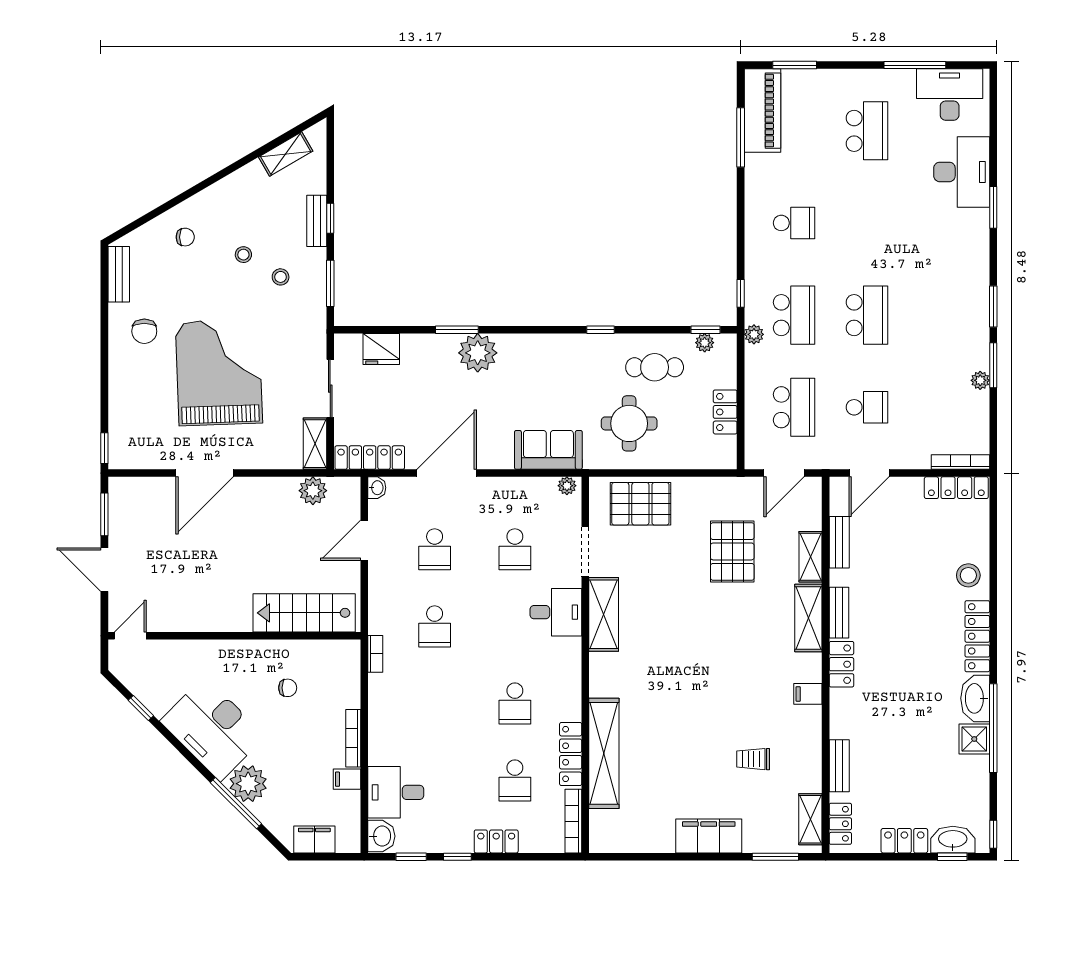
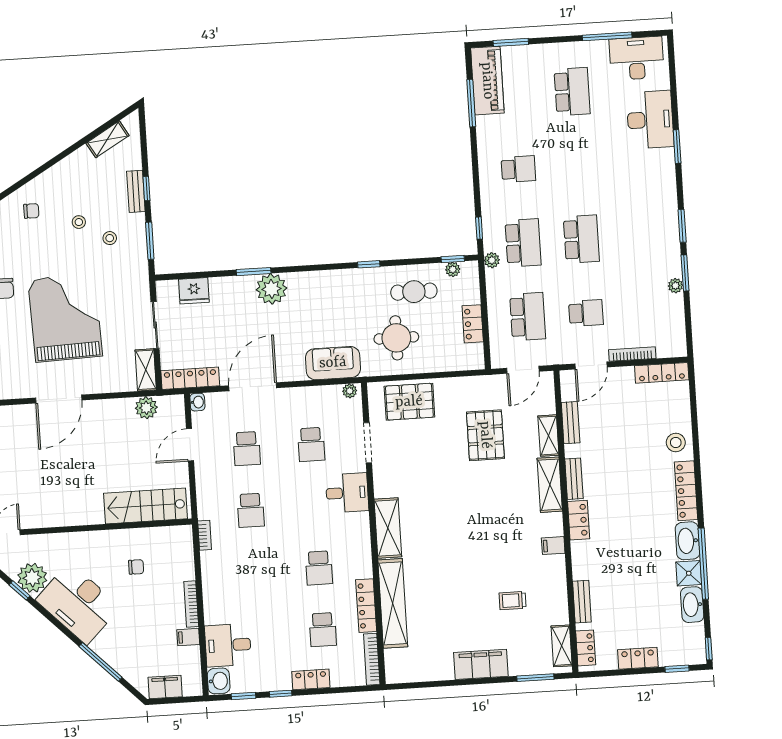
bookcase: (960, 462) -> (632, 354), moved
shelving: (604, 614) -> (388, 528), moved
plant: (248, 784) -> (32, 578), moved
washbasin: (953, 840) -> (692, 605), moved, turned -90

